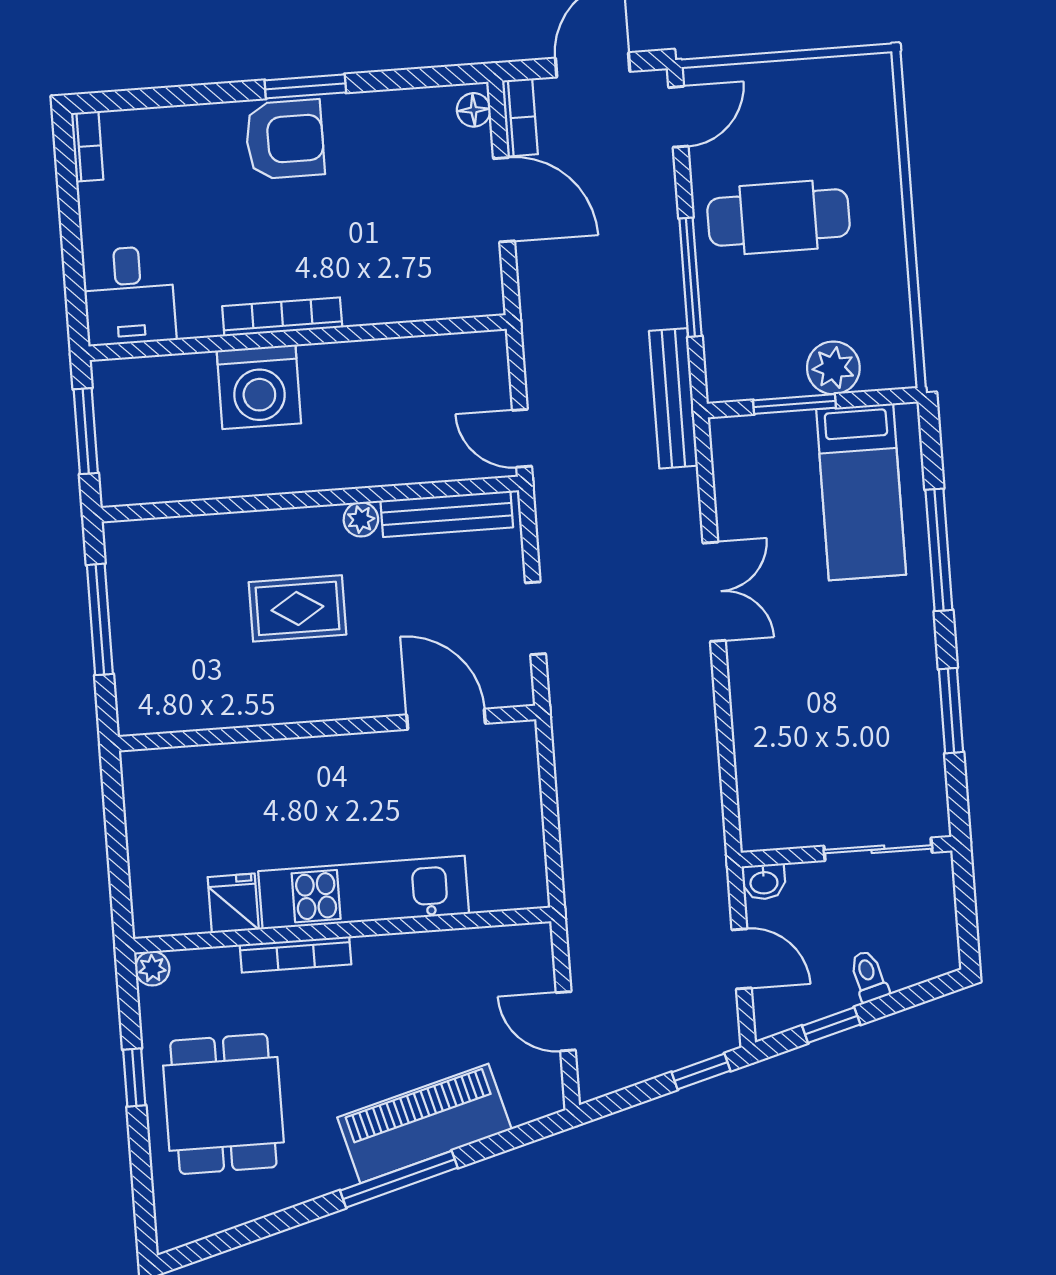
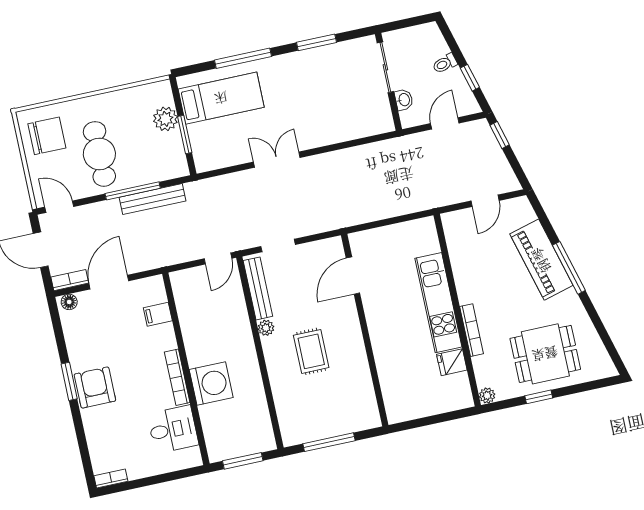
chair: (832, 112) -> (47, 136), added
filing cabinet: (421, 294) -> (158, 314), added
desk: (129, 296) -> (173, 429), moved
bench: (673, 398) -> (152, 199), moved
doorway: (535, 618) -> (278, 246), moved
washbasin: (764, 882) -> (404, 100), moved

